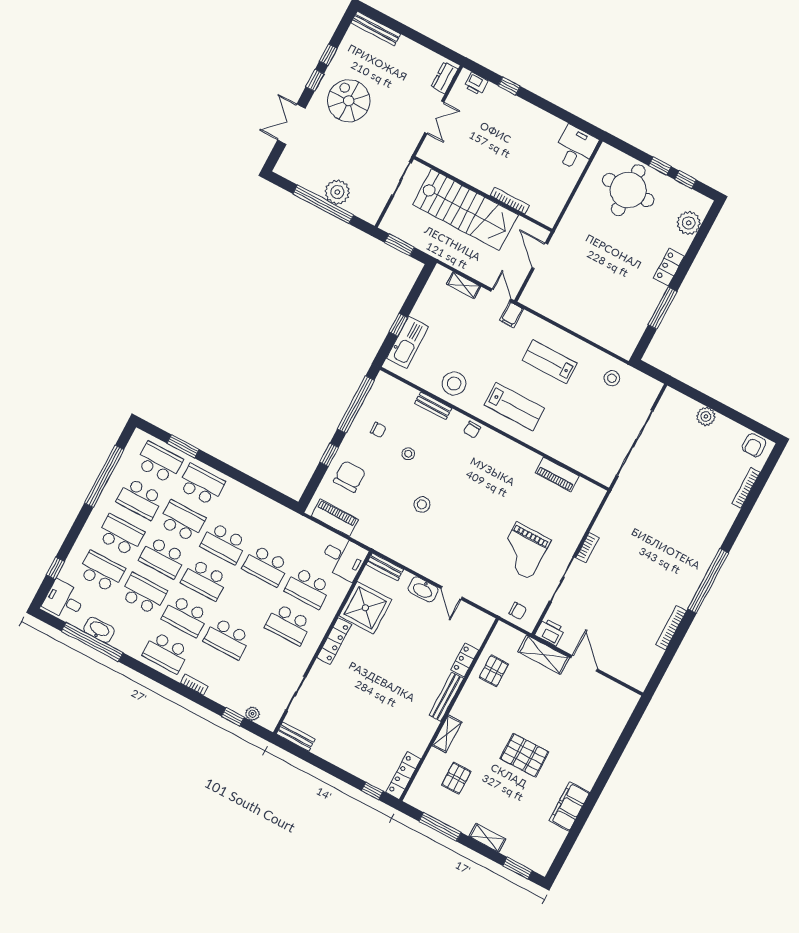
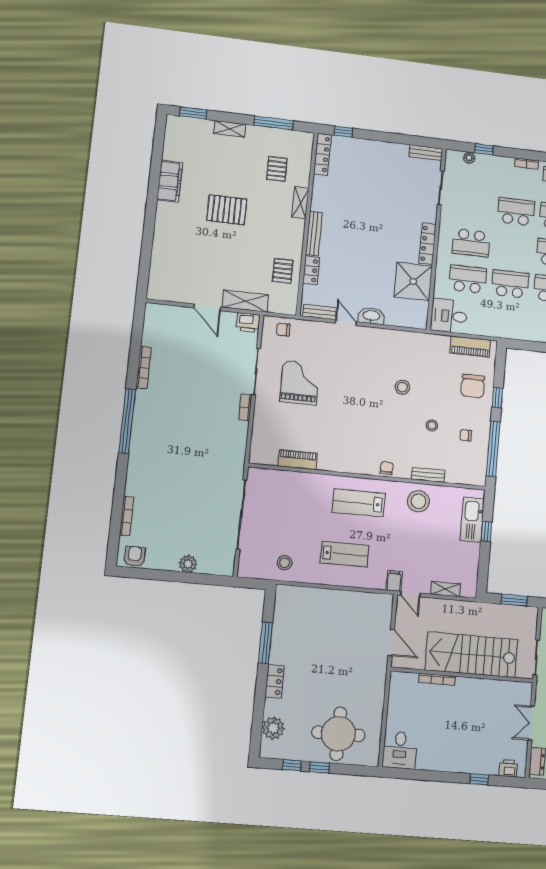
bench: (385, 567) -> (319, 312), moved
school desk: (289, 624) -> (471, 243), turned 180

